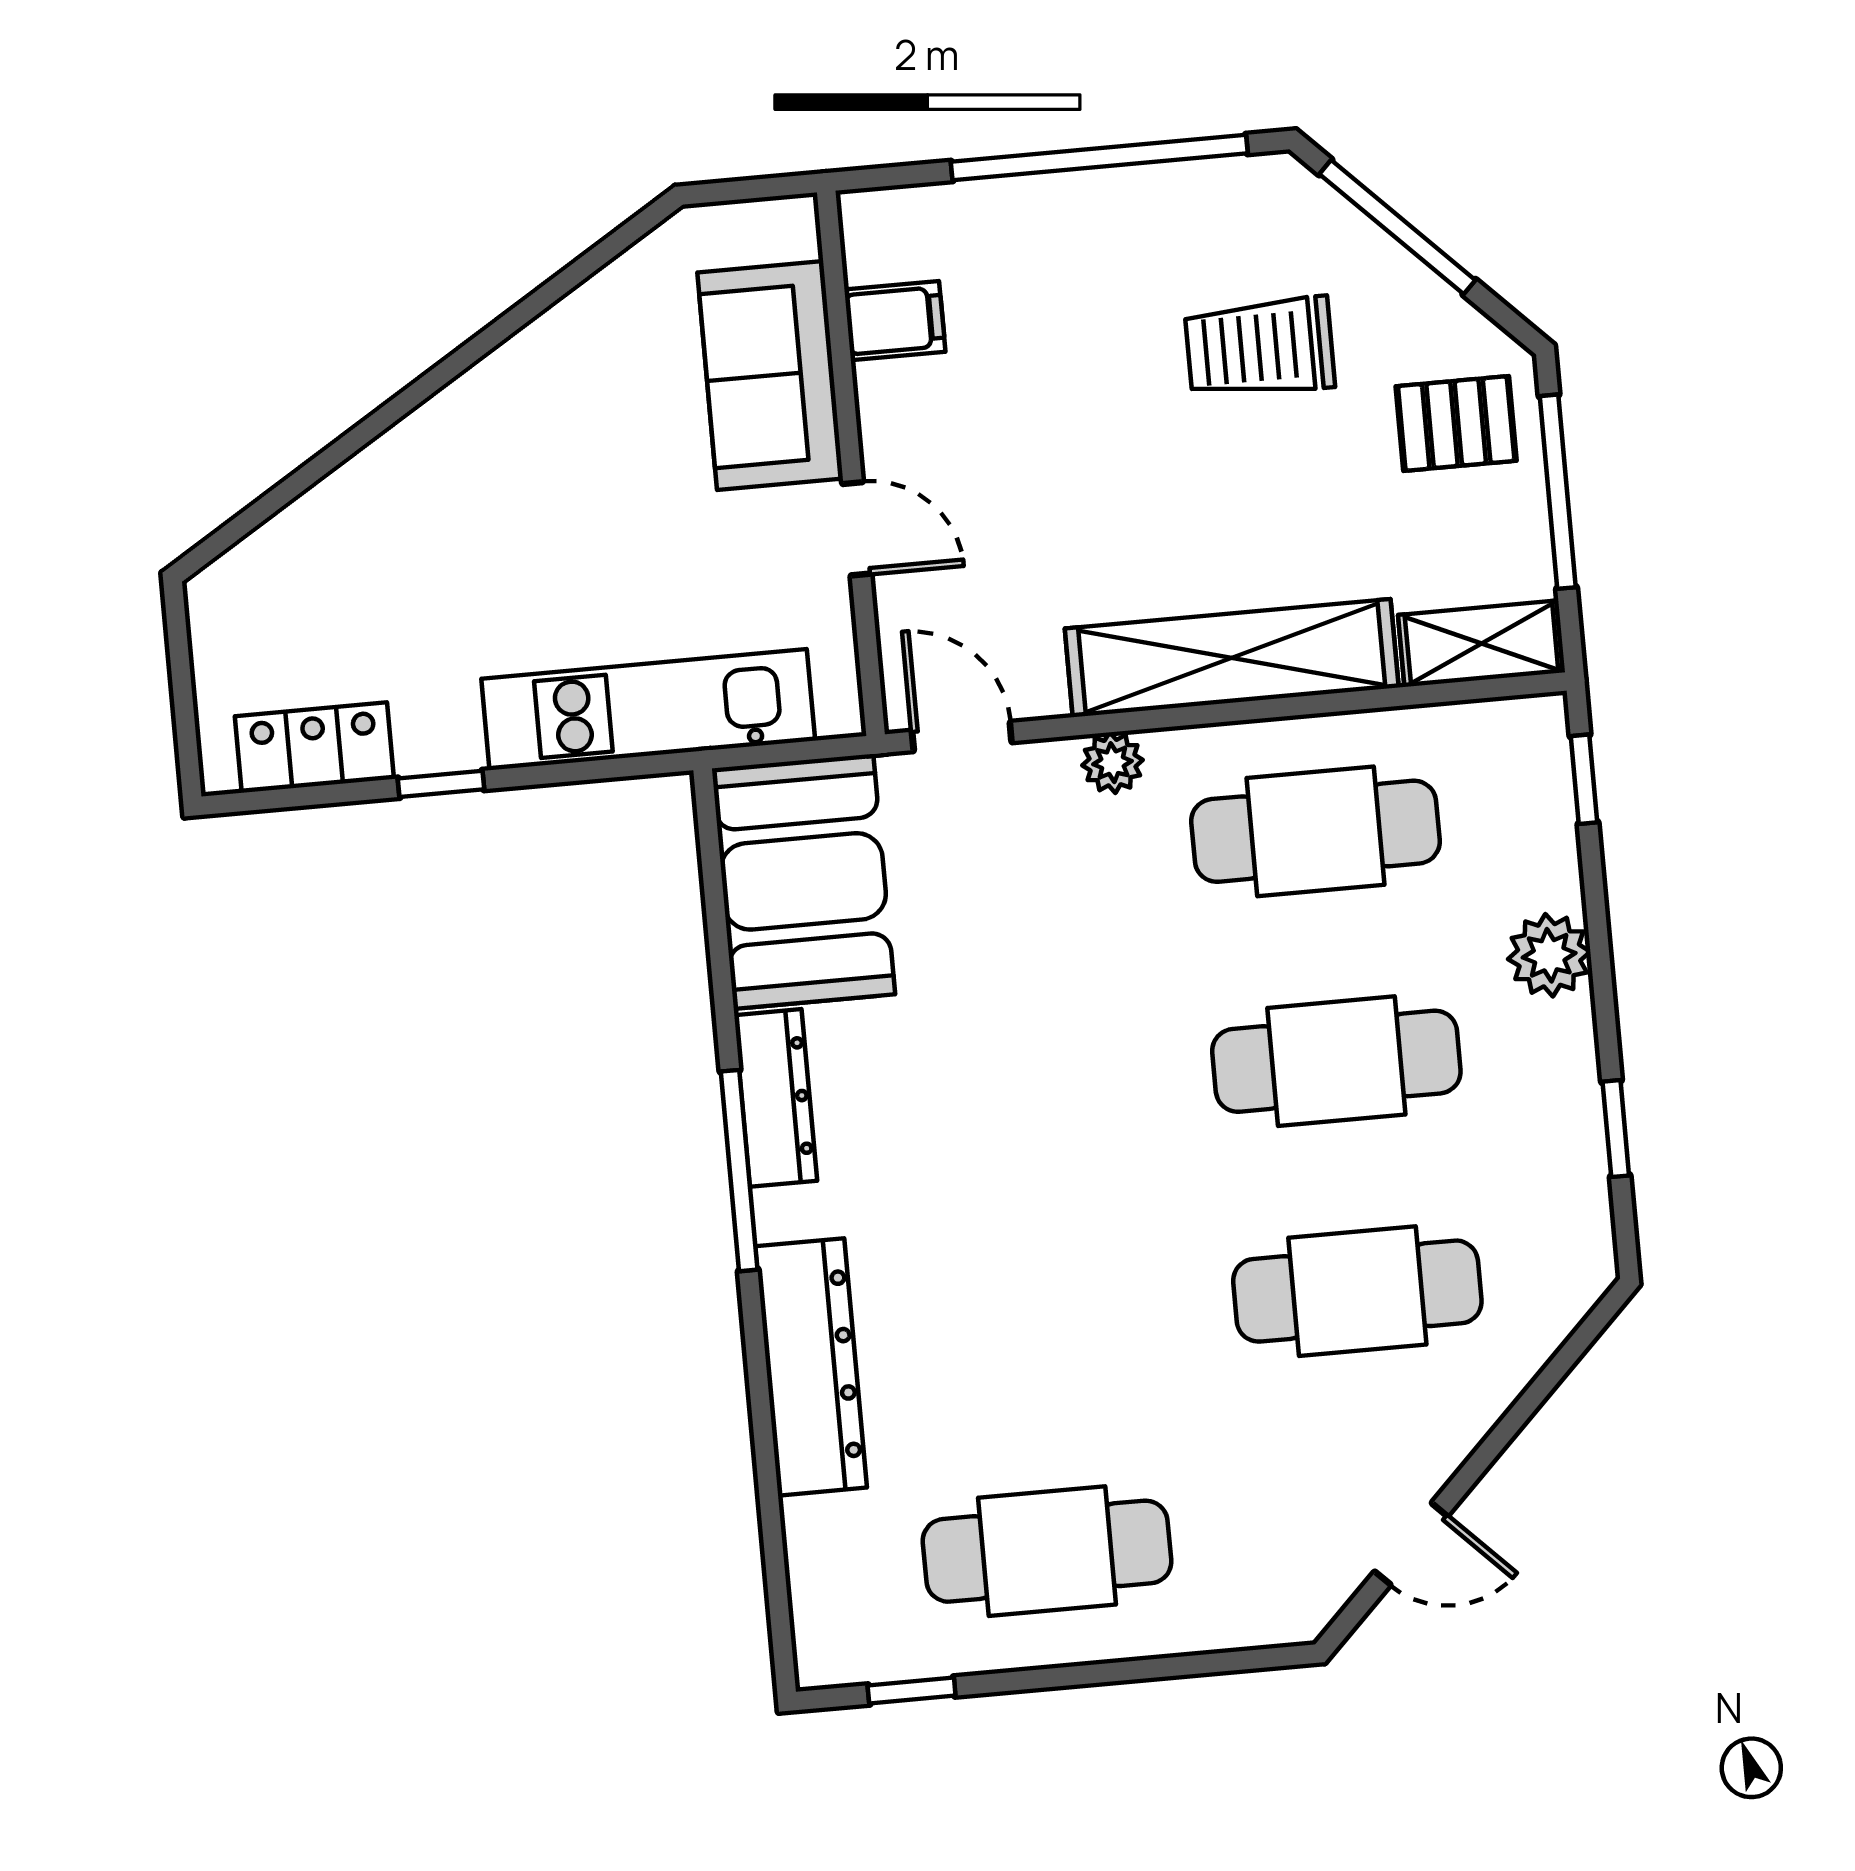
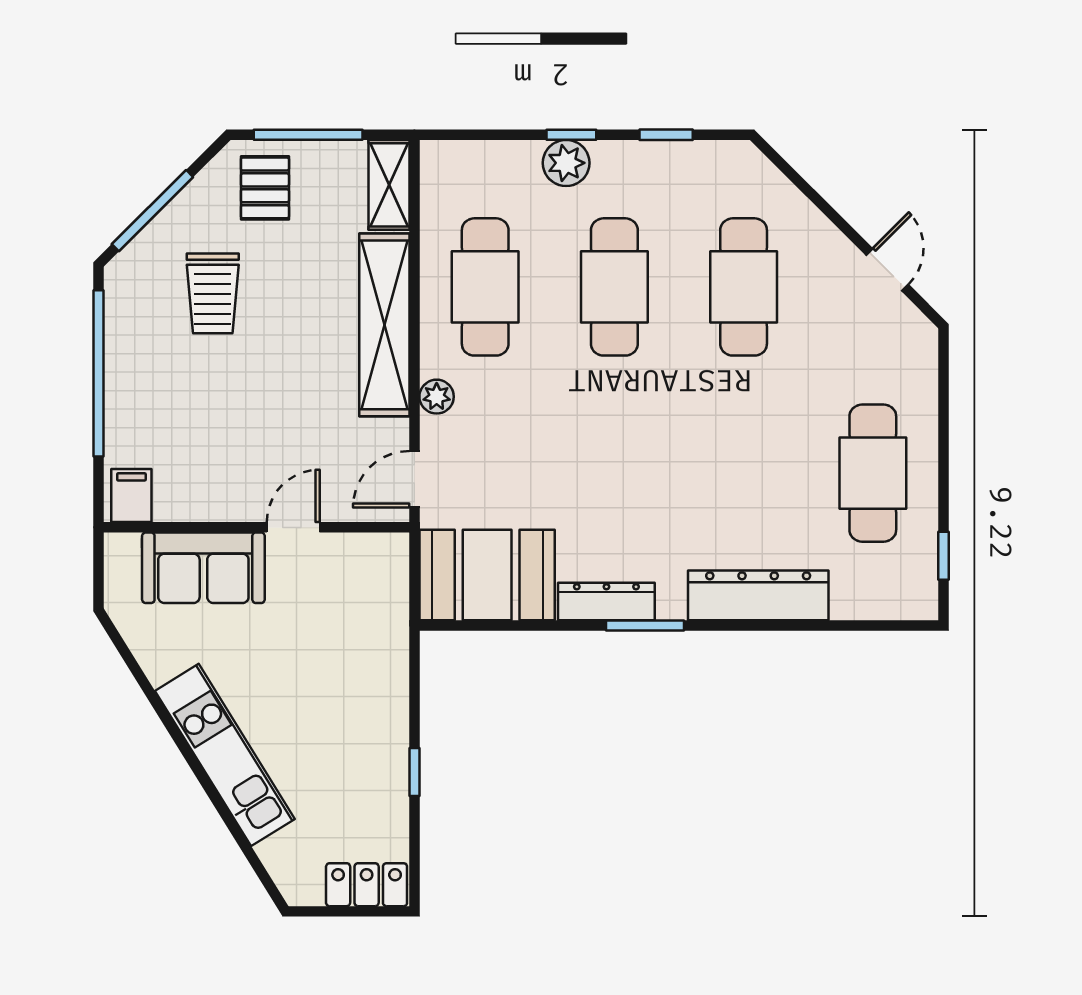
filing cabinet: (895, 321) -> (131, 496), moved
kitchen unit: (648, 710) -> (225, 755), moved, turned 148
locker: (314, 748) -> (367, 885), moved, turned 90
window: (1584, 779) -> (571, 135), moved
window: (739, 1171) -> (645, 625), width x0.69

